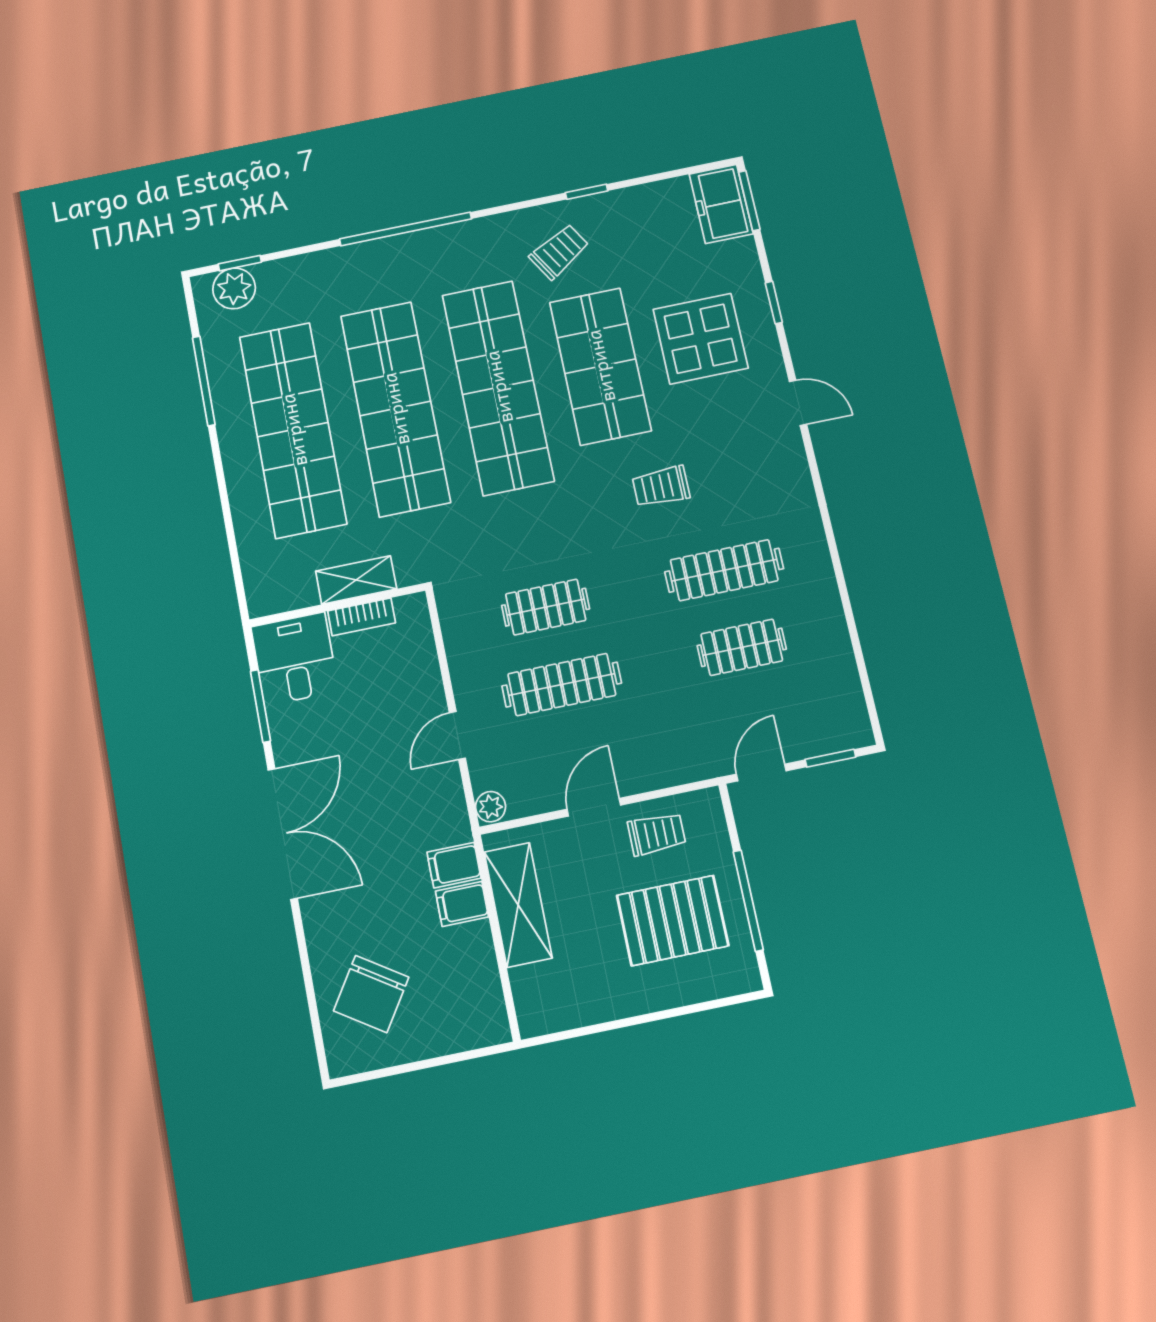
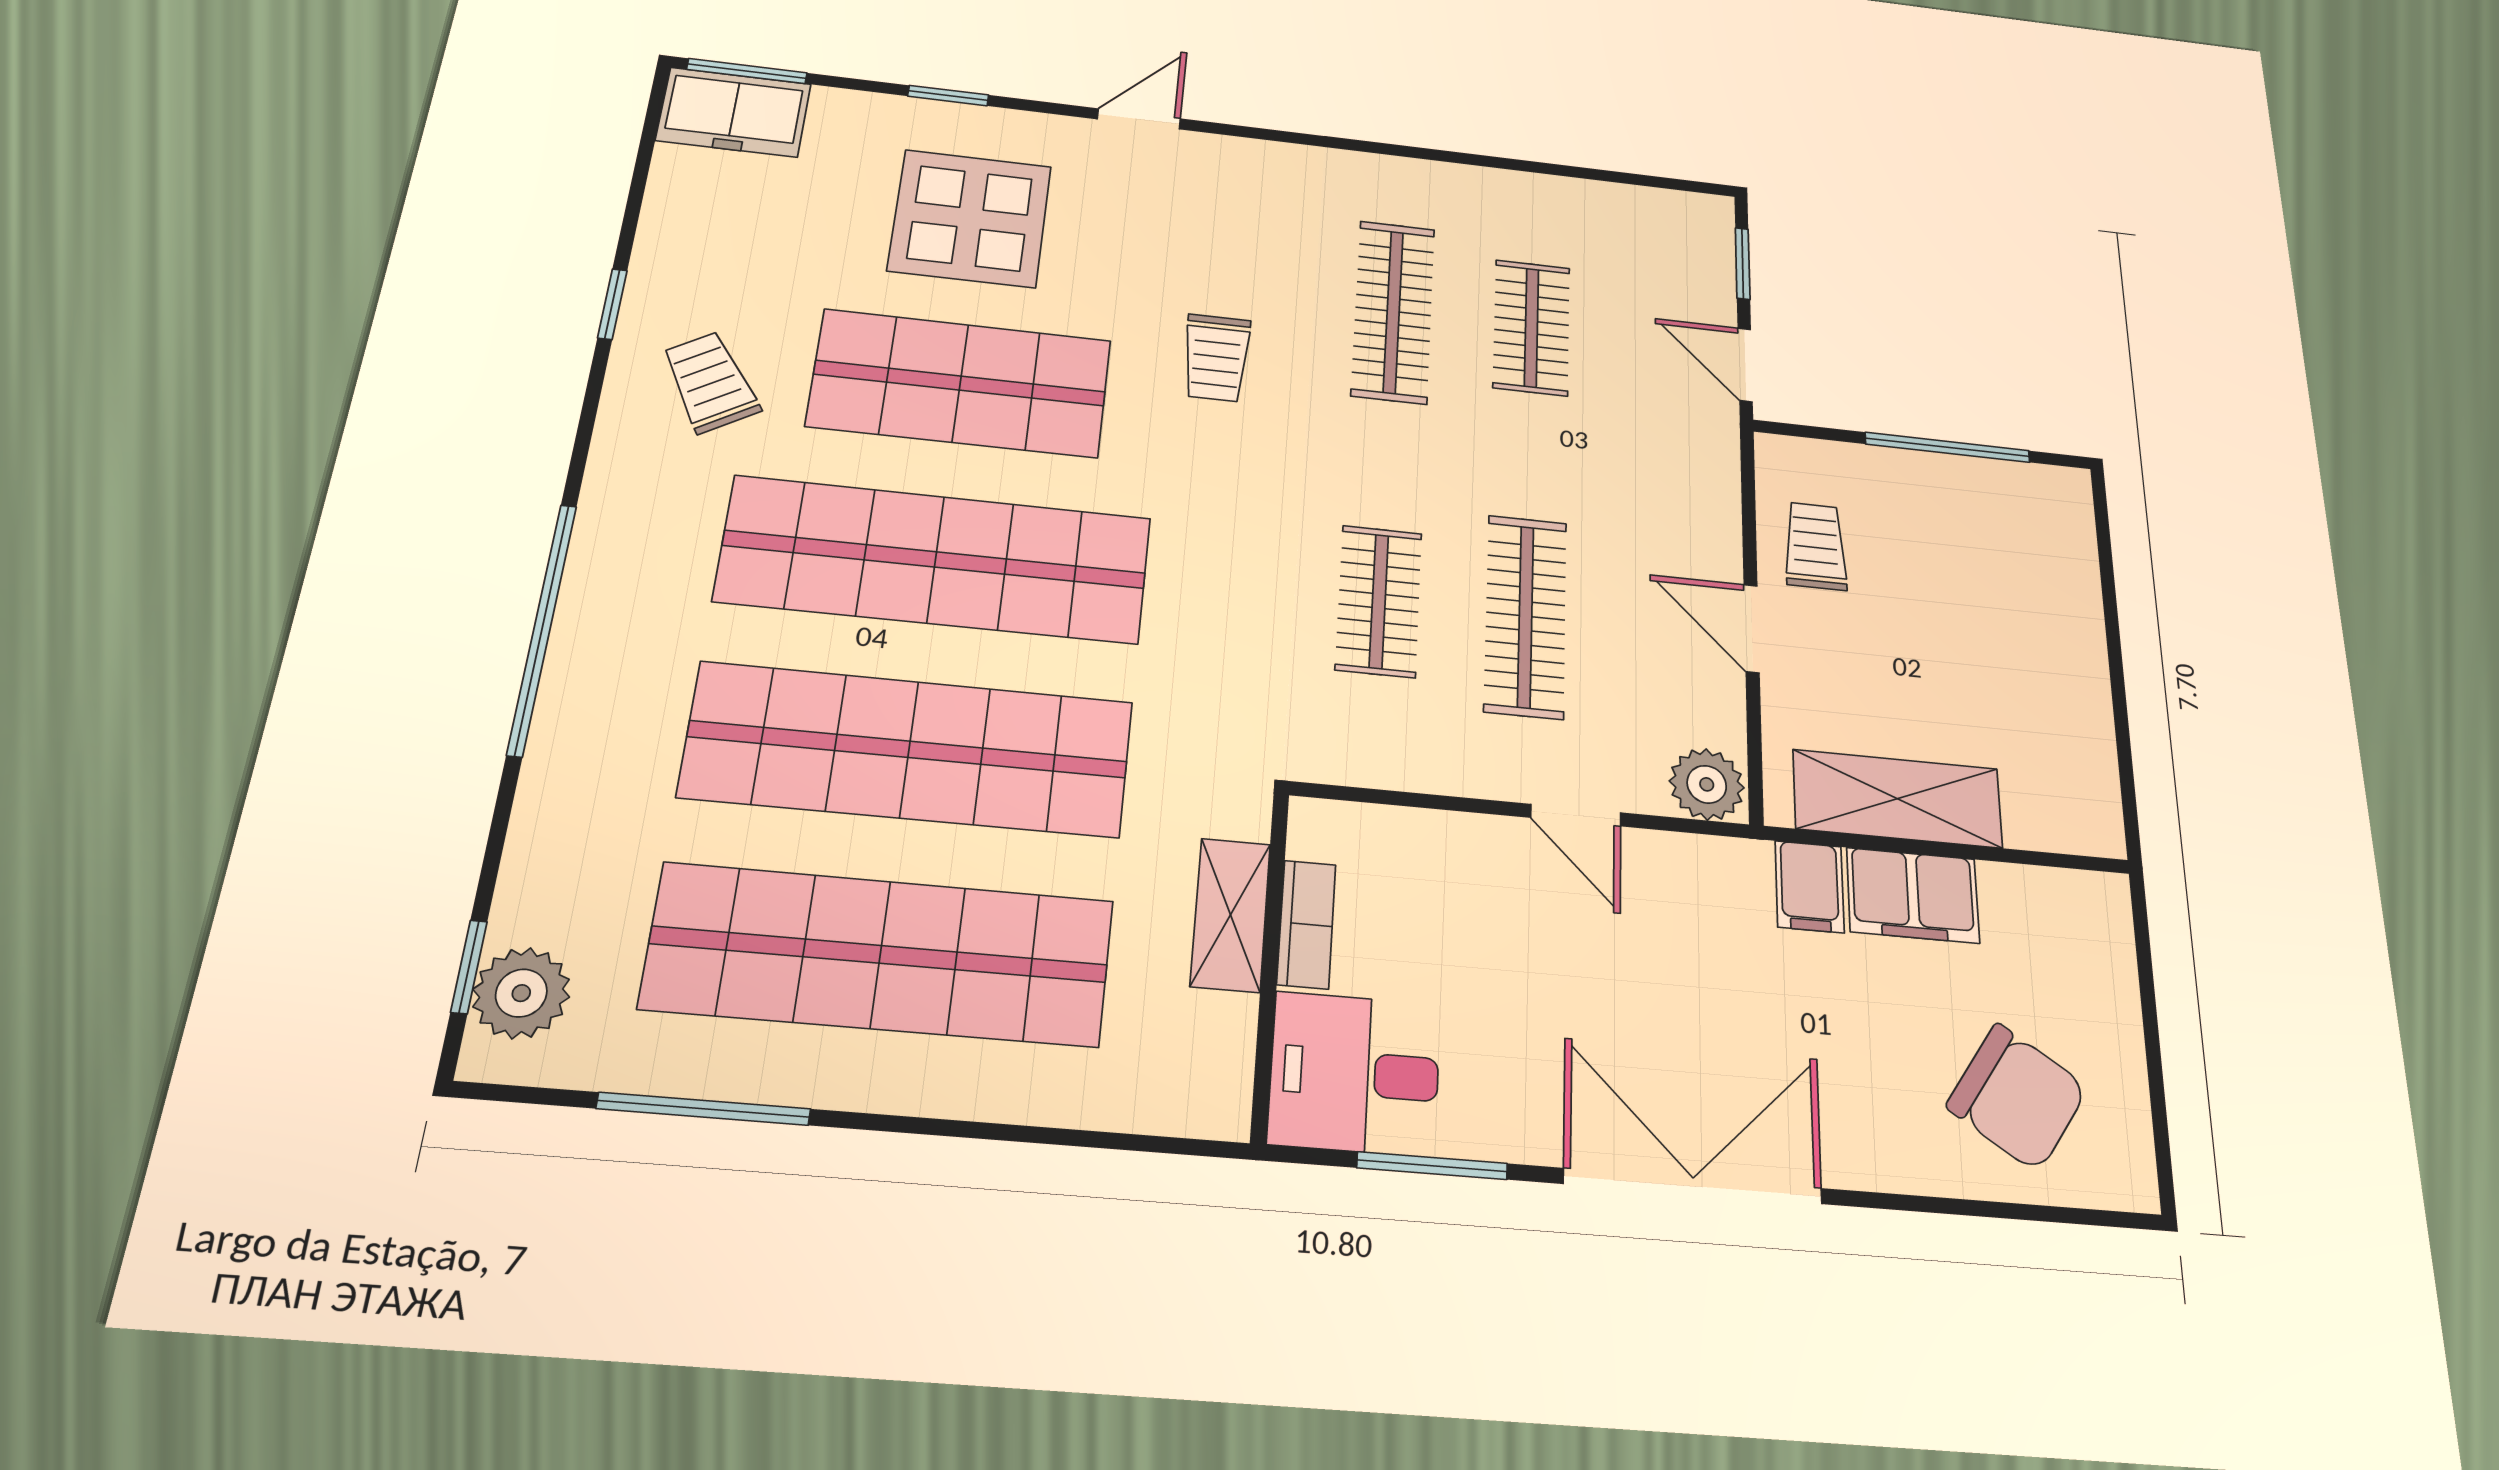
plant: (491, 807) -> (1707, 784), width x1.38, depth x1.38
filing cabinet: (462, 904) -> (1913, 895), width x2.00
pallet: (673, 921) -> (1962, 566), removed

